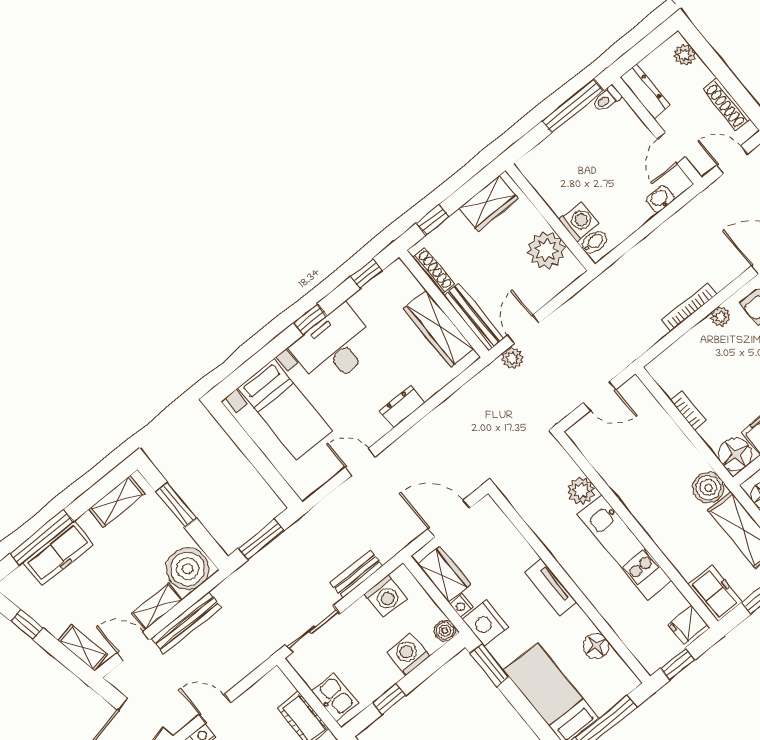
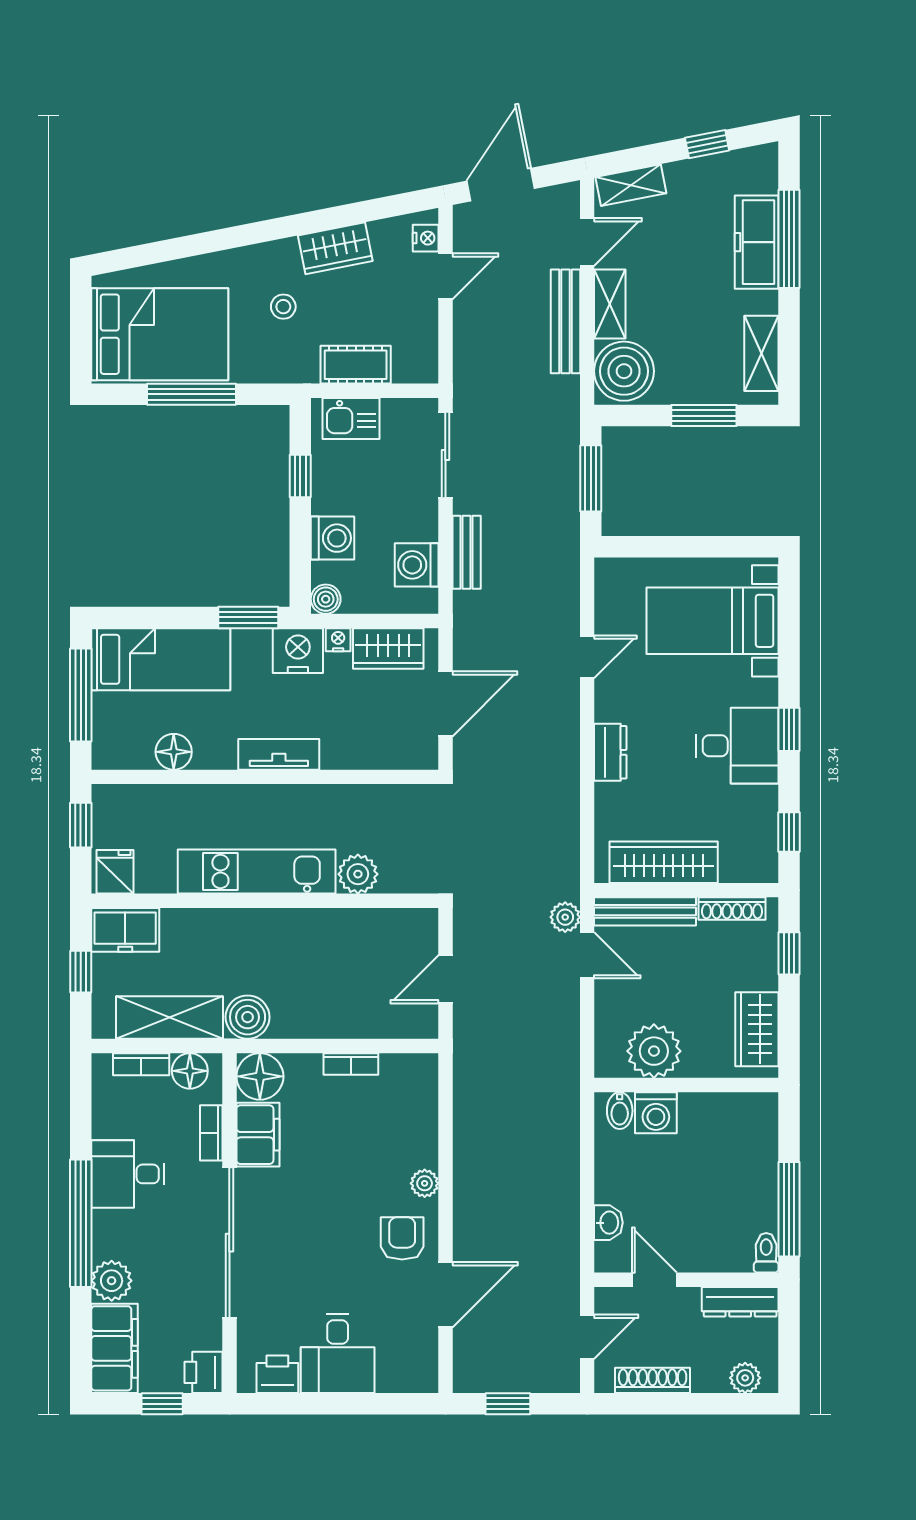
bookcase: (689, 307) -> (463, 1157), removed
desk: (334, 347) -> (737, 746), width x0.73

